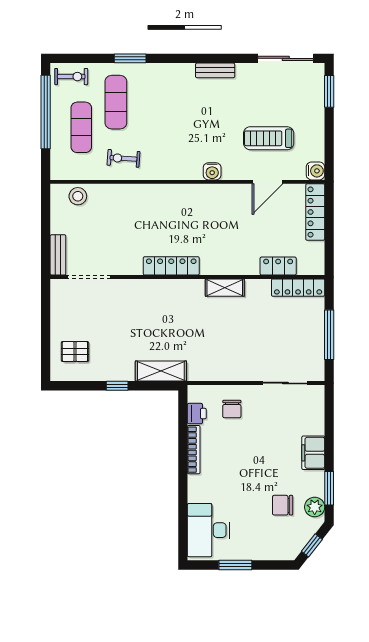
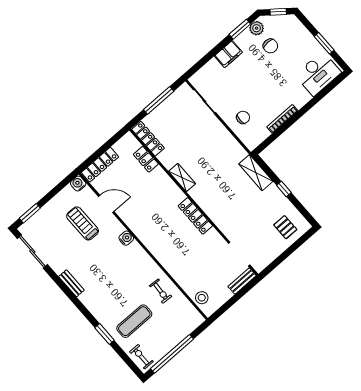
exercise mat: (81, 127) -> (164, 328), removed
treadmill: (269, 138) -> (83, 223), turned 180
printer: (197, 414) -> (262, 134), removed

